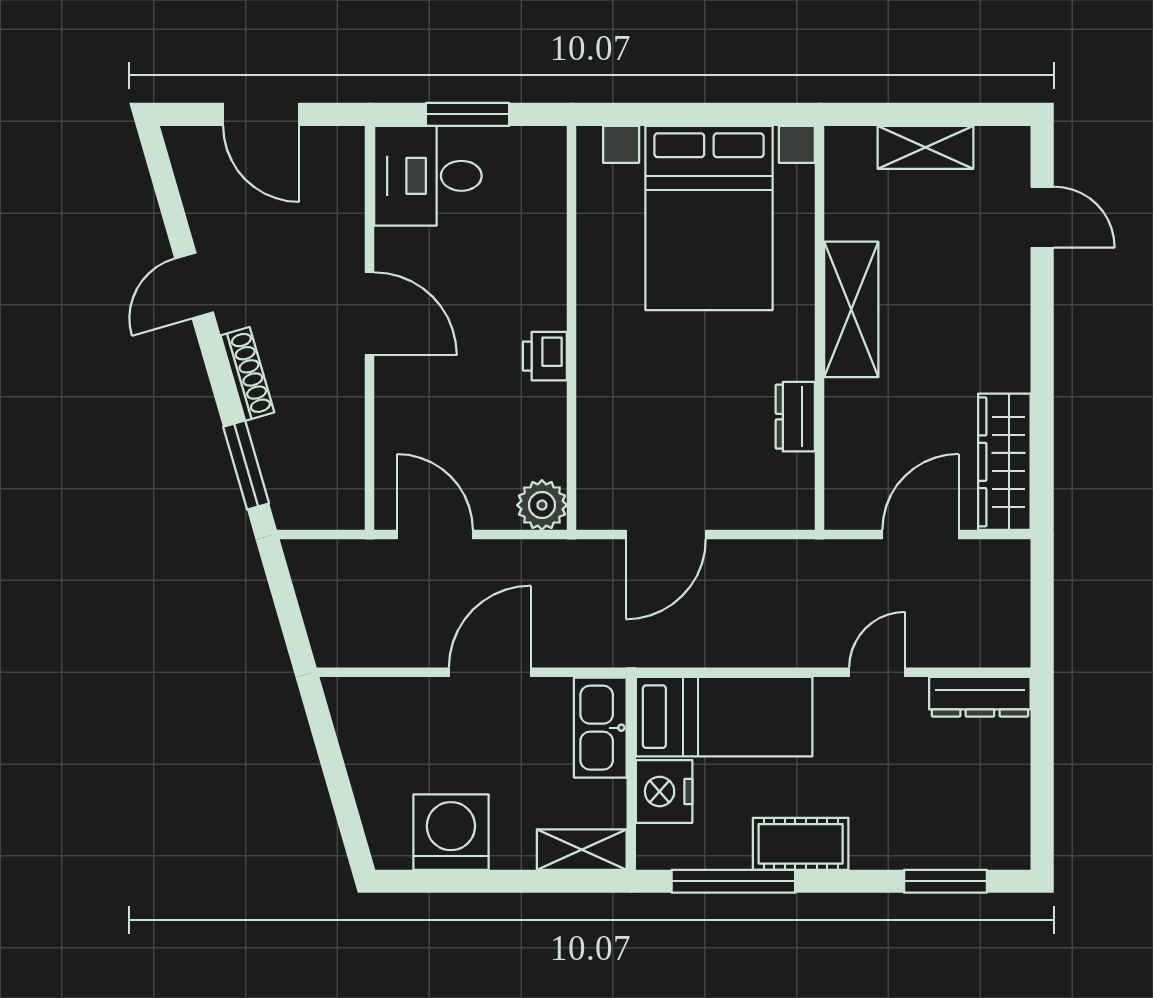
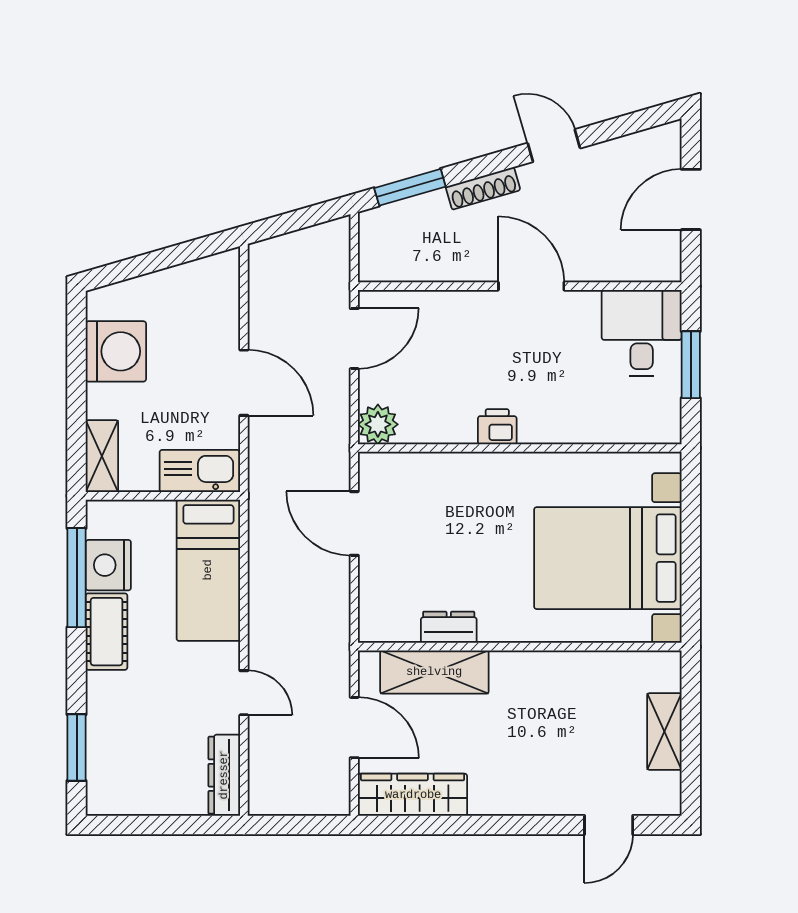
shelving: (851, 309) -> (434, 672), moved
door: (370, 314) -> (531, 286), swing flipped
nightstand: (664, 792) -> (108, 565), moved, turned -90

